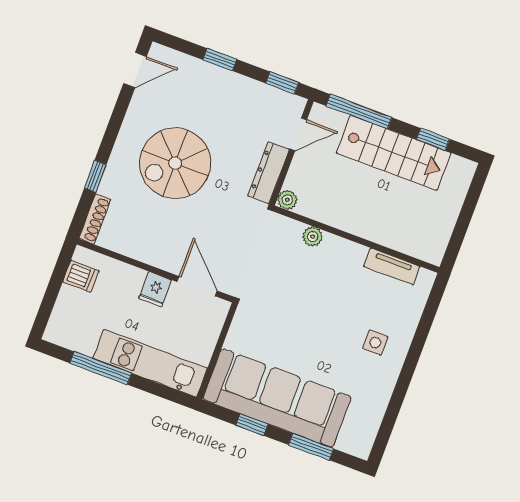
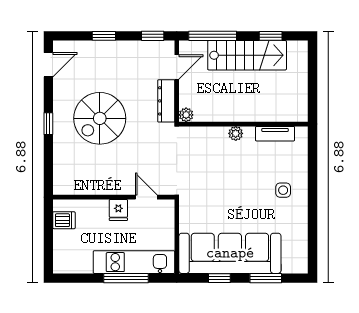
window: (95, 176) -> (48, 124), moved
shoe rack: (95, 219) -> (59, 177), removed
plant: (313, 237) -> (236, 133), moved
door: (197, 286) -> (146, 197), width x0.73
window: (101, 368) -> (126, 278), moved

